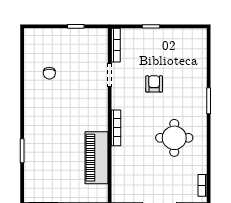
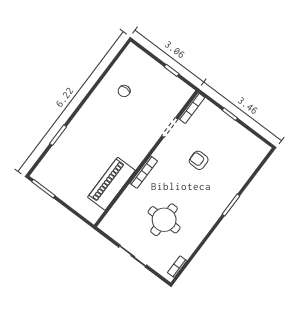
armchair: (154, 84) -> (199, 160), turned -90
round table: (174, 138) -> (164, 220), moved

